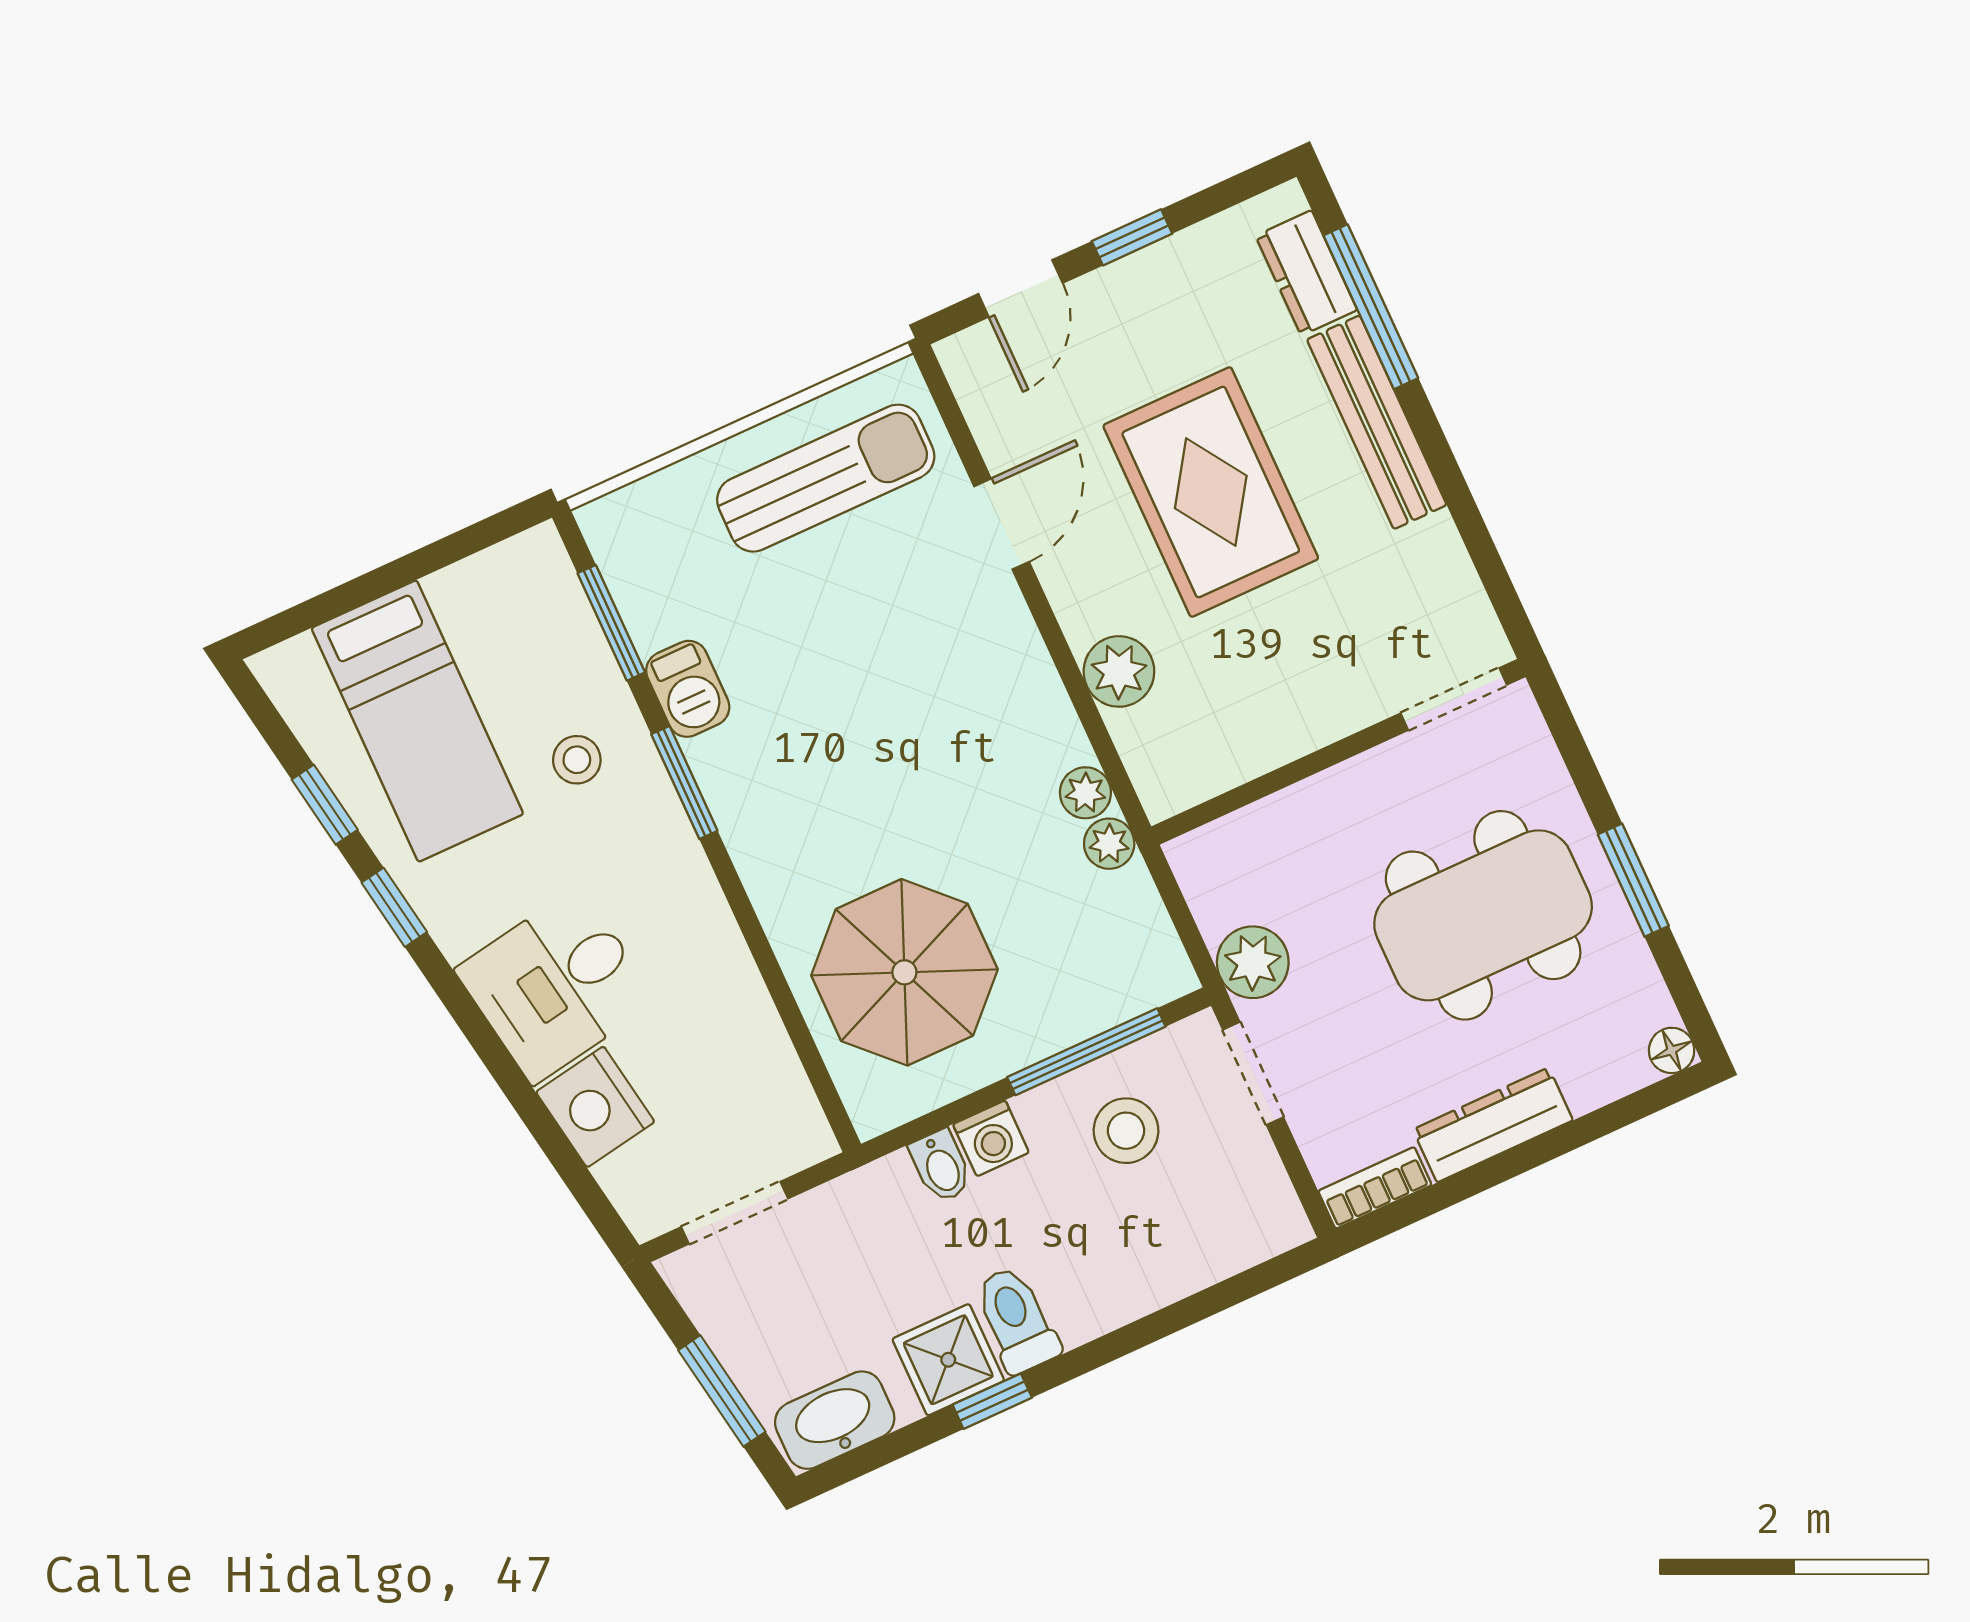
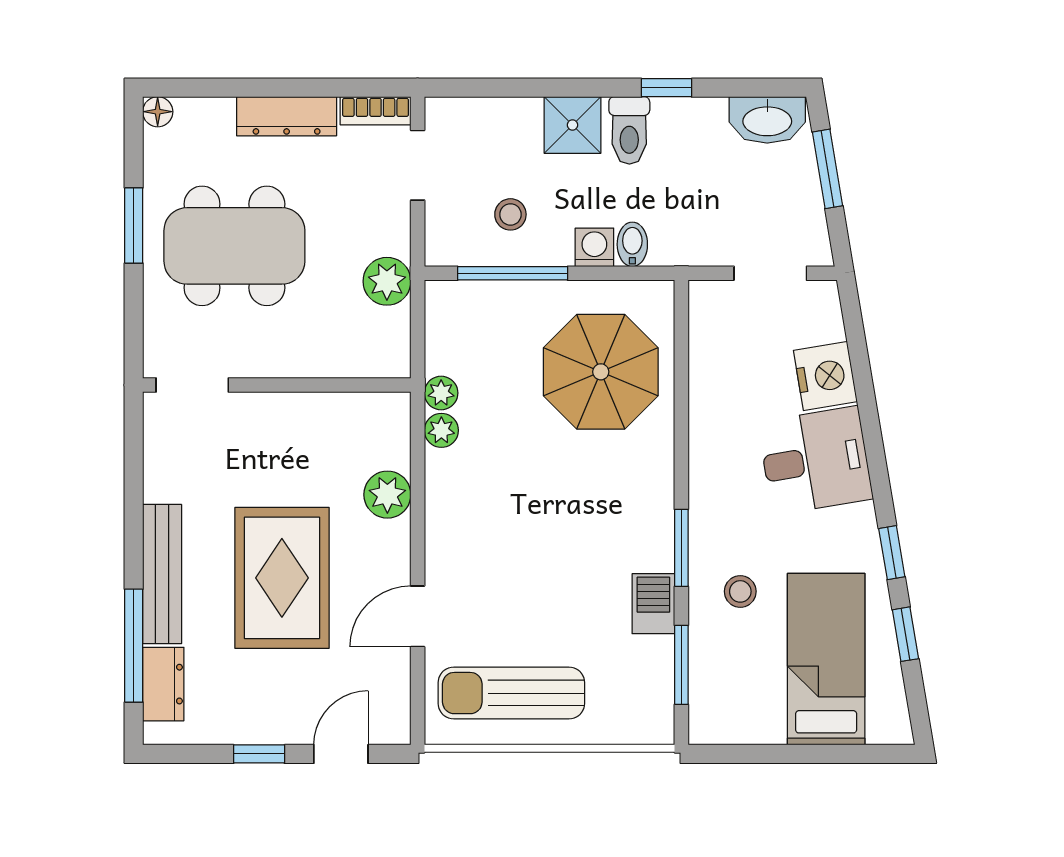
doorway: (1253, 1073) -> (418, 165), moved
stool: (1126, 1131) -> (510, 214), width x0.73, depth x0.73
shower: (948, 1360) -> (572, 125), moved

